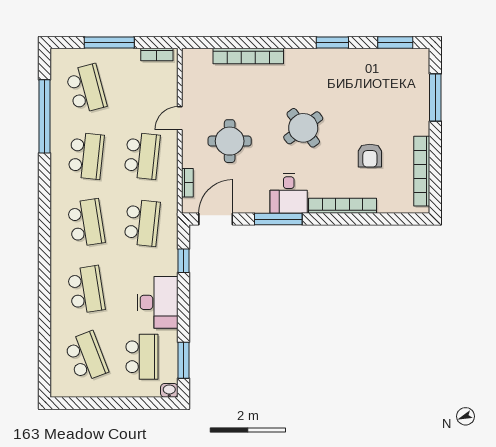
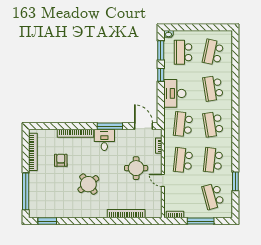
window: (332, 42) -> (81, 221), removed
window: (435, 98) -> (26, 191), width x1.46
window: (45, 116) -> (235, 181), width x0.47
door: (180, 118) -> (163, 180), swing flipped
round table: (303, 128) -> (88, 184), moved
door: (216, 219) -> (144, 126), swing flipped
window: (184, 261) -> (161, 75), moved
desk: (157, 302) -> (175, 93), moved
school desk: (86, 357) -> (213, 52), turned 33

